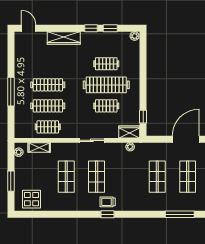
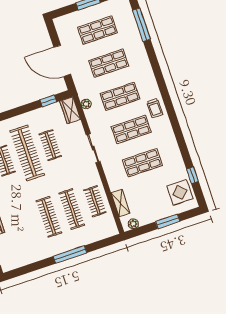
door: (186, 139) -> (62, 61), moved
shop shelf: (127, 177) -> (120, 96), added
window: (108, 214) -> (192, 175), moved

